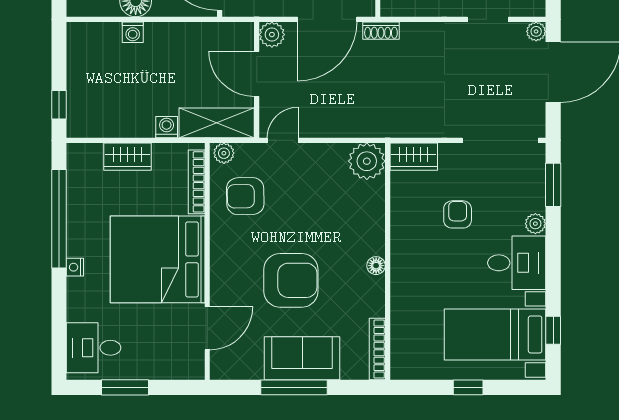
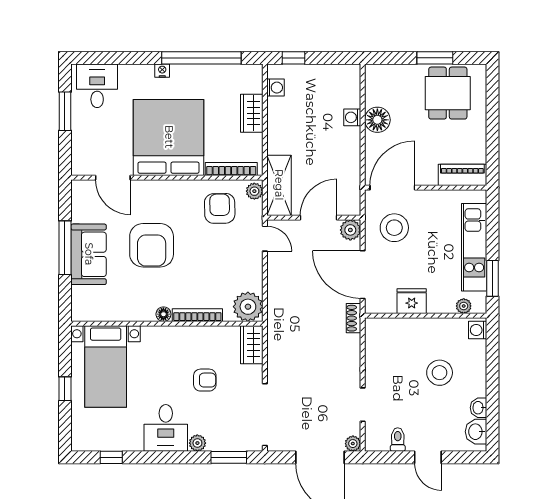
washing machine: (167, 127) -> (275, 88), moved
bed with nightstands: (495, 334) -> (106, 366), moved, turned 180
bookcase: (377, 349) -> (197, 315), moved

